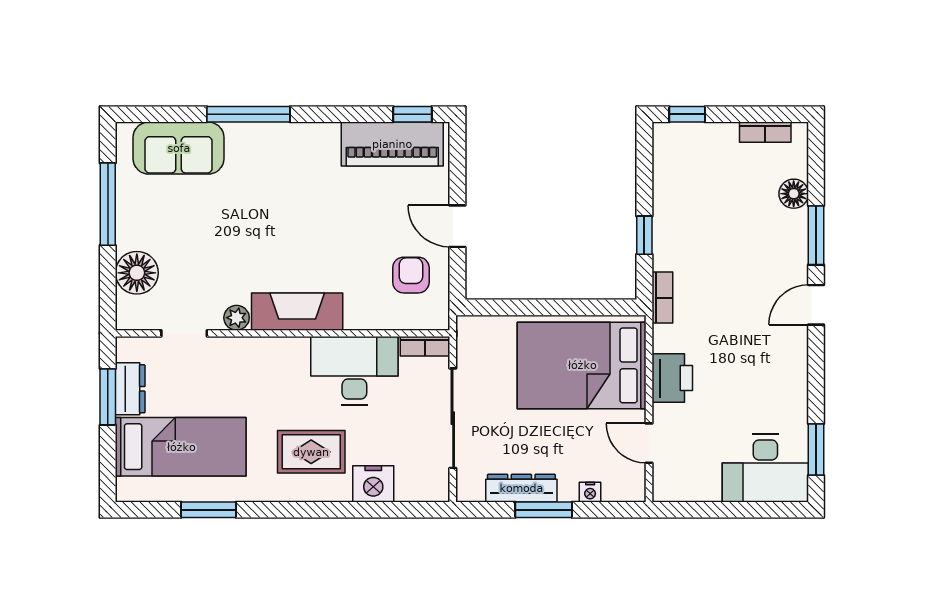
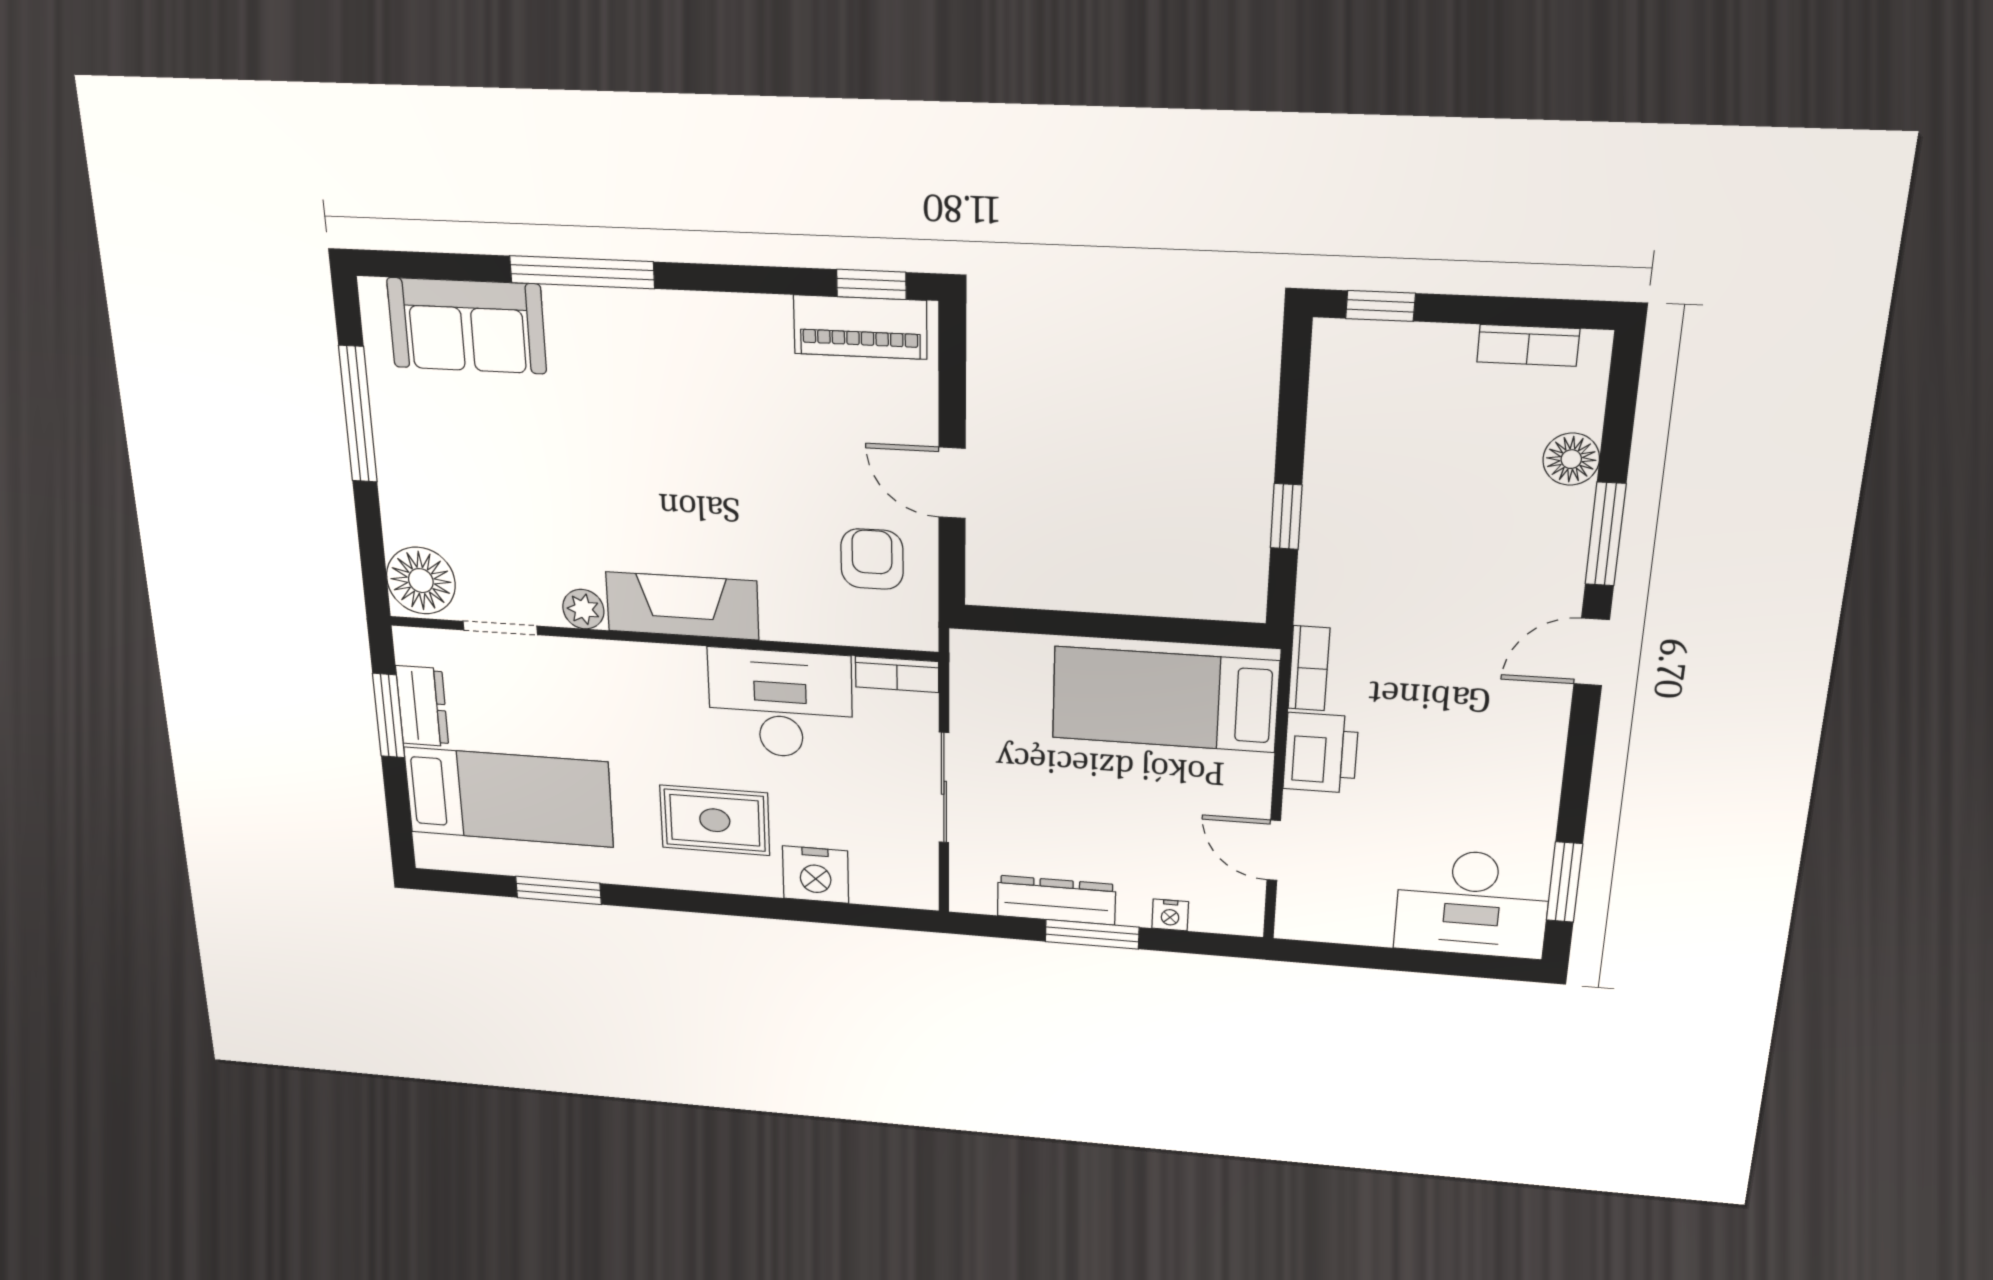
piano: (392, 144) -> (860, 327), width x0.73, depth x0.75
floor lamp: (137, 273) -> (421, 581), moved
bookcase: (662, 298) -> (1309, 668), moved
bed: (582, 365) -> (1165, 700), width x0.67
sliding door: (453, 418) -> (944, 788), width x0.73

